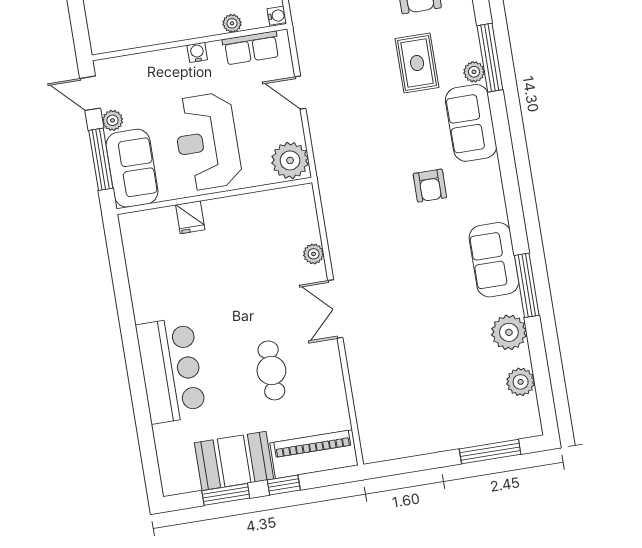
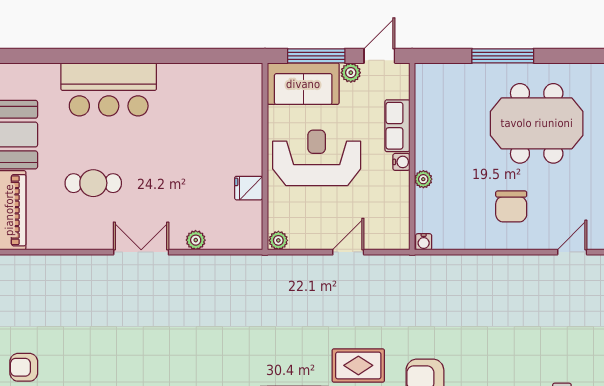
plant: (232, 23) -> (423, 179), moved
row of seats: (251, 48) -> (397, 126), moved
plant: (290, 160) -> (278, 240), width x0.53, depth x0.53
armchair: (430, 186) -> (24, 367), moved
fridge: (190, 217) -> (249, 188), moved

